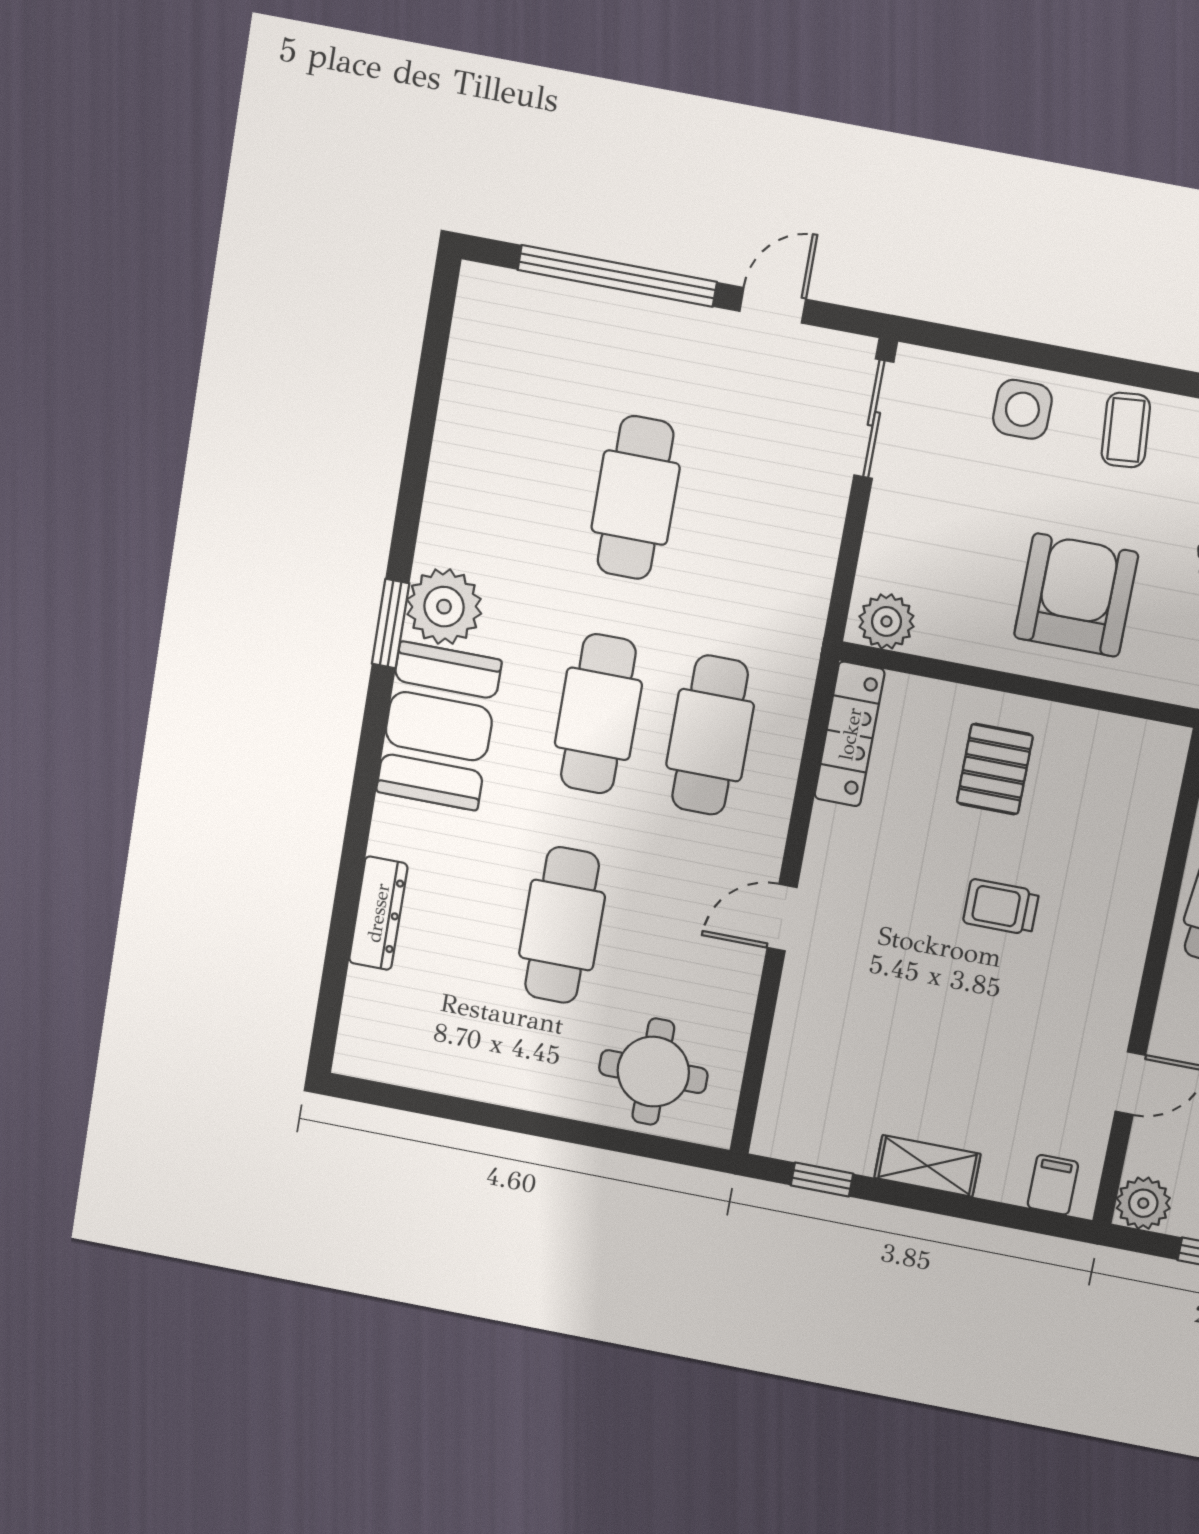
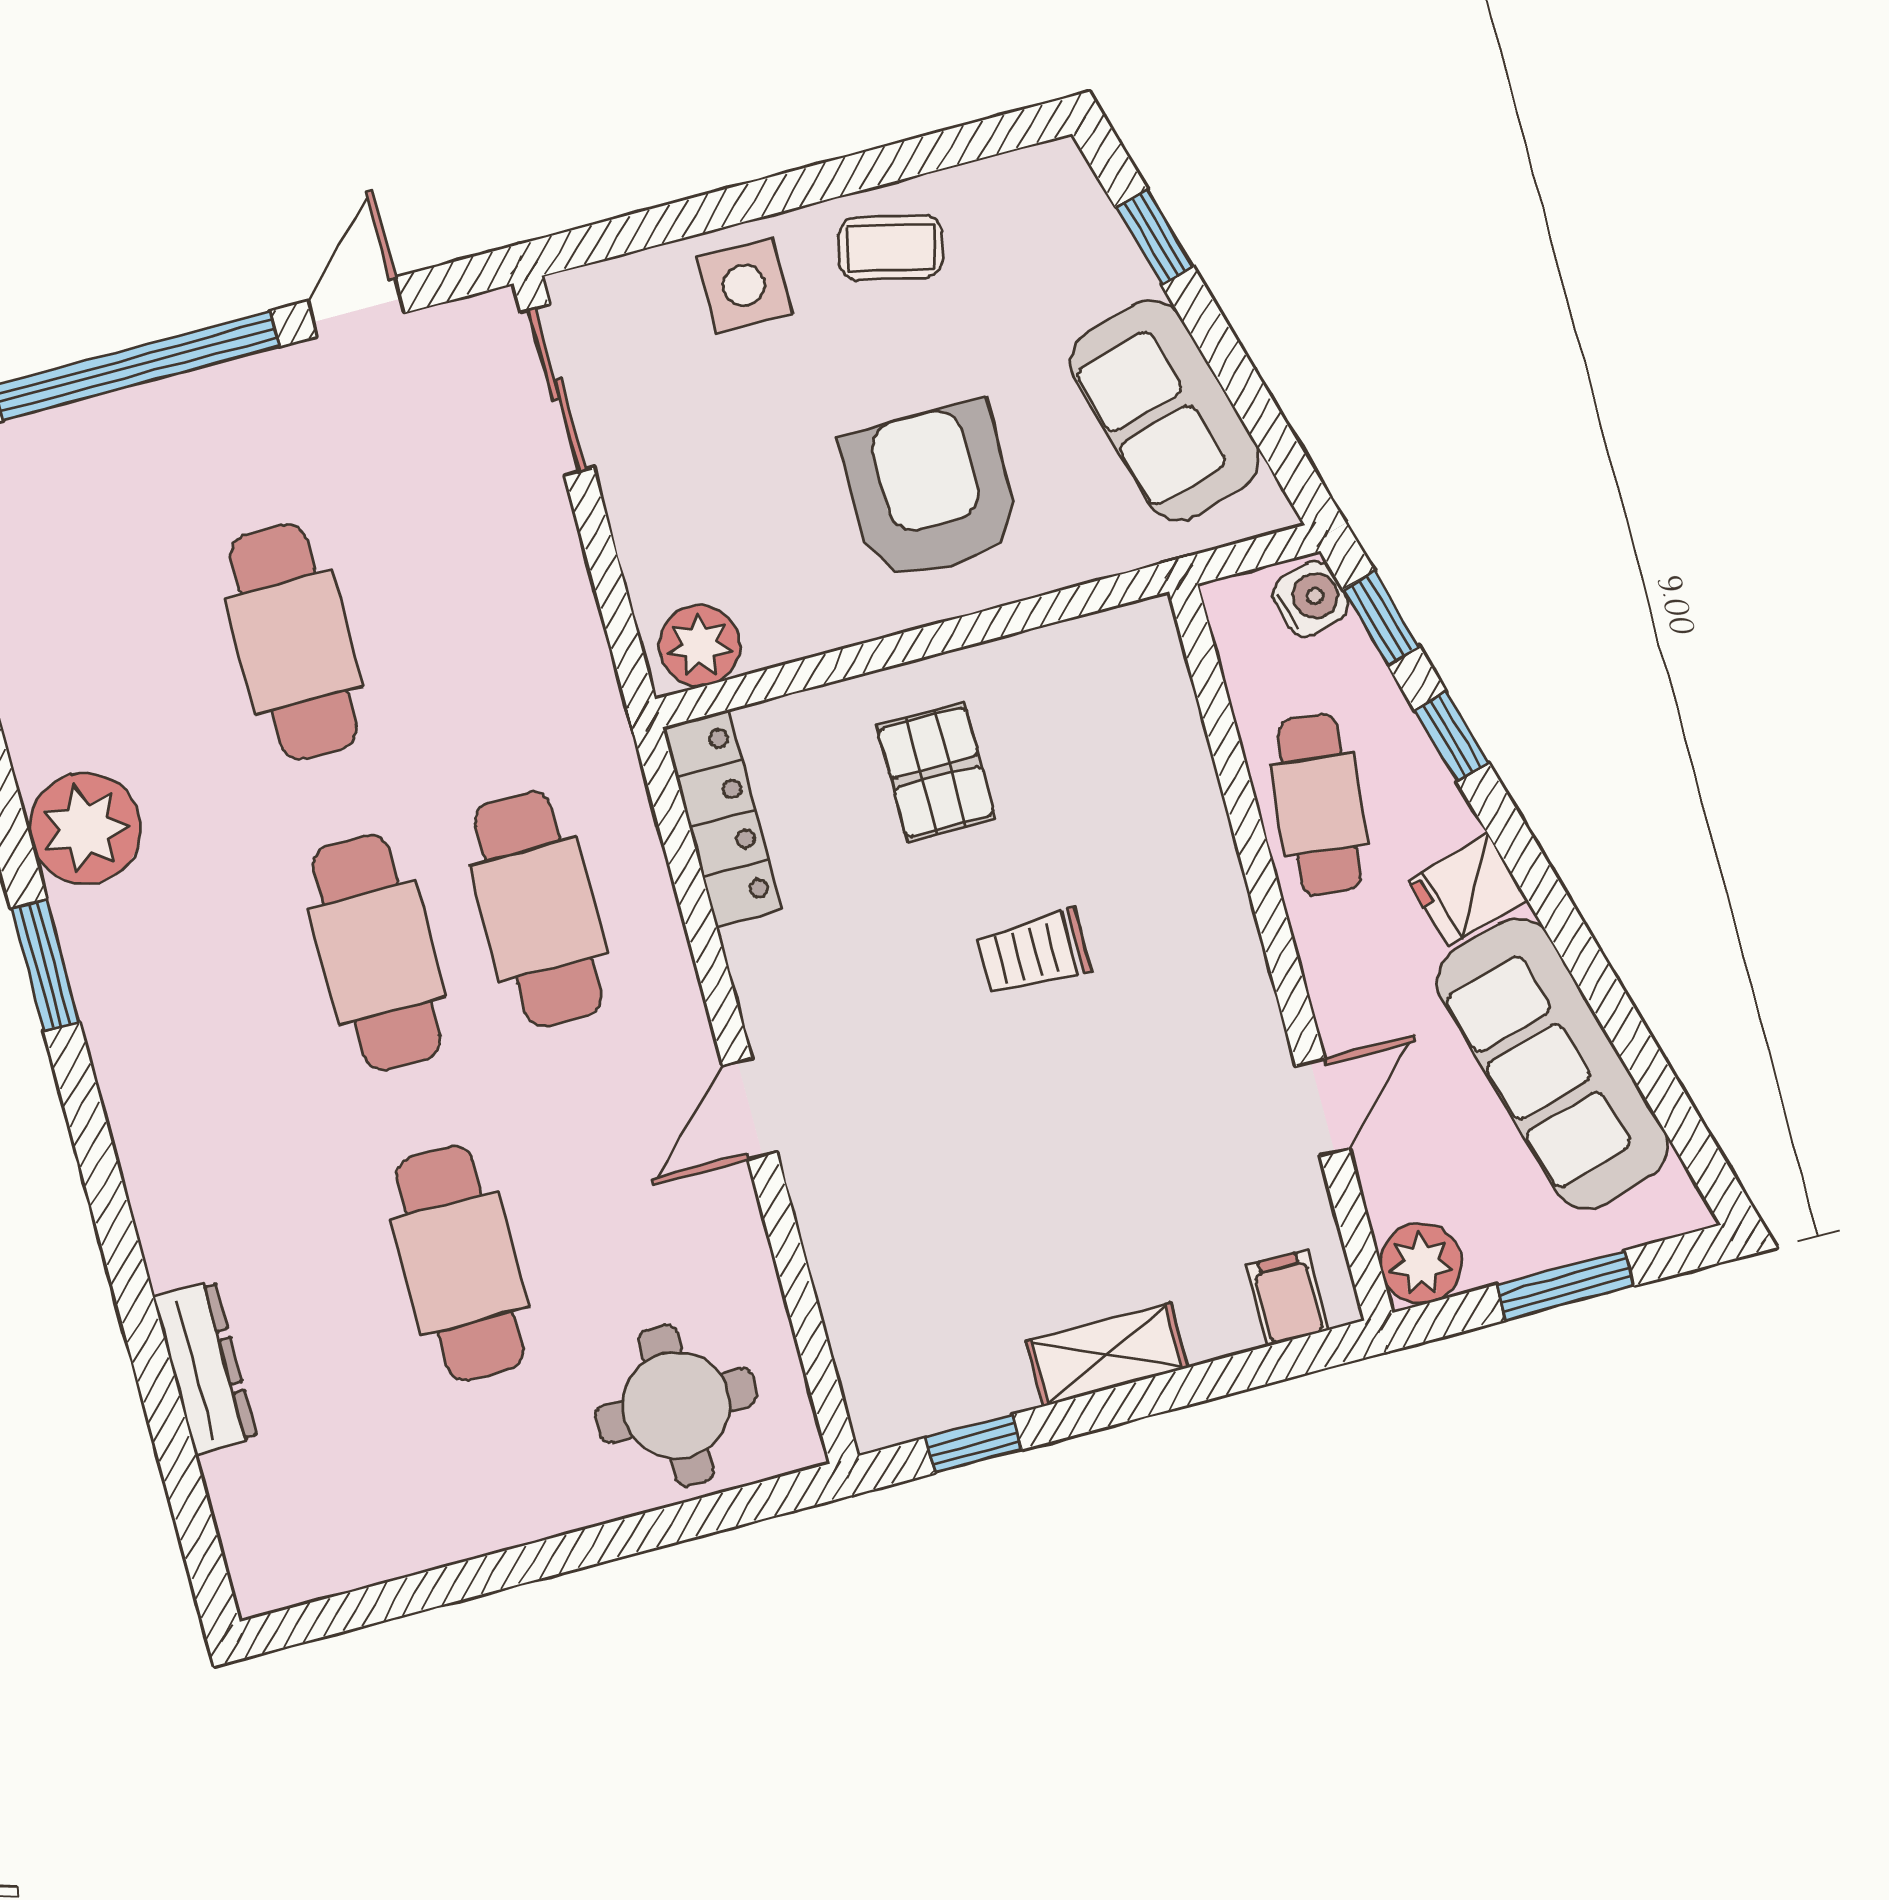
coffee table: (1126, 430) -> (891, 248), turned -72
plant: (444, 607) -> (85, 829), moved
booth: (439, 726) -> (172, 1072), removed

